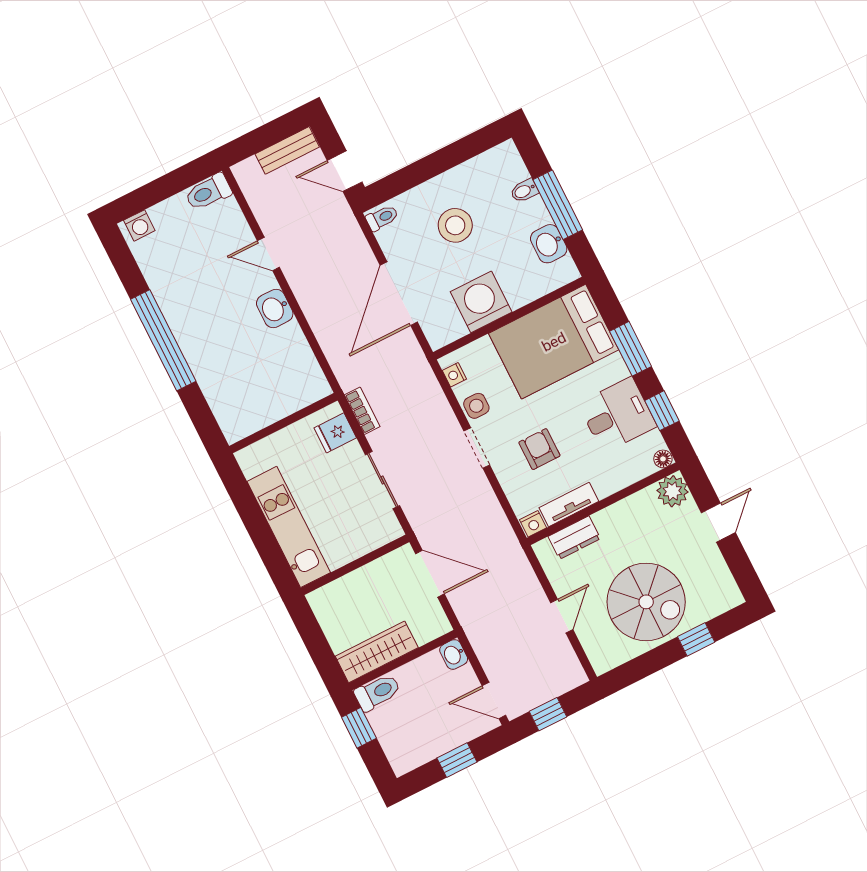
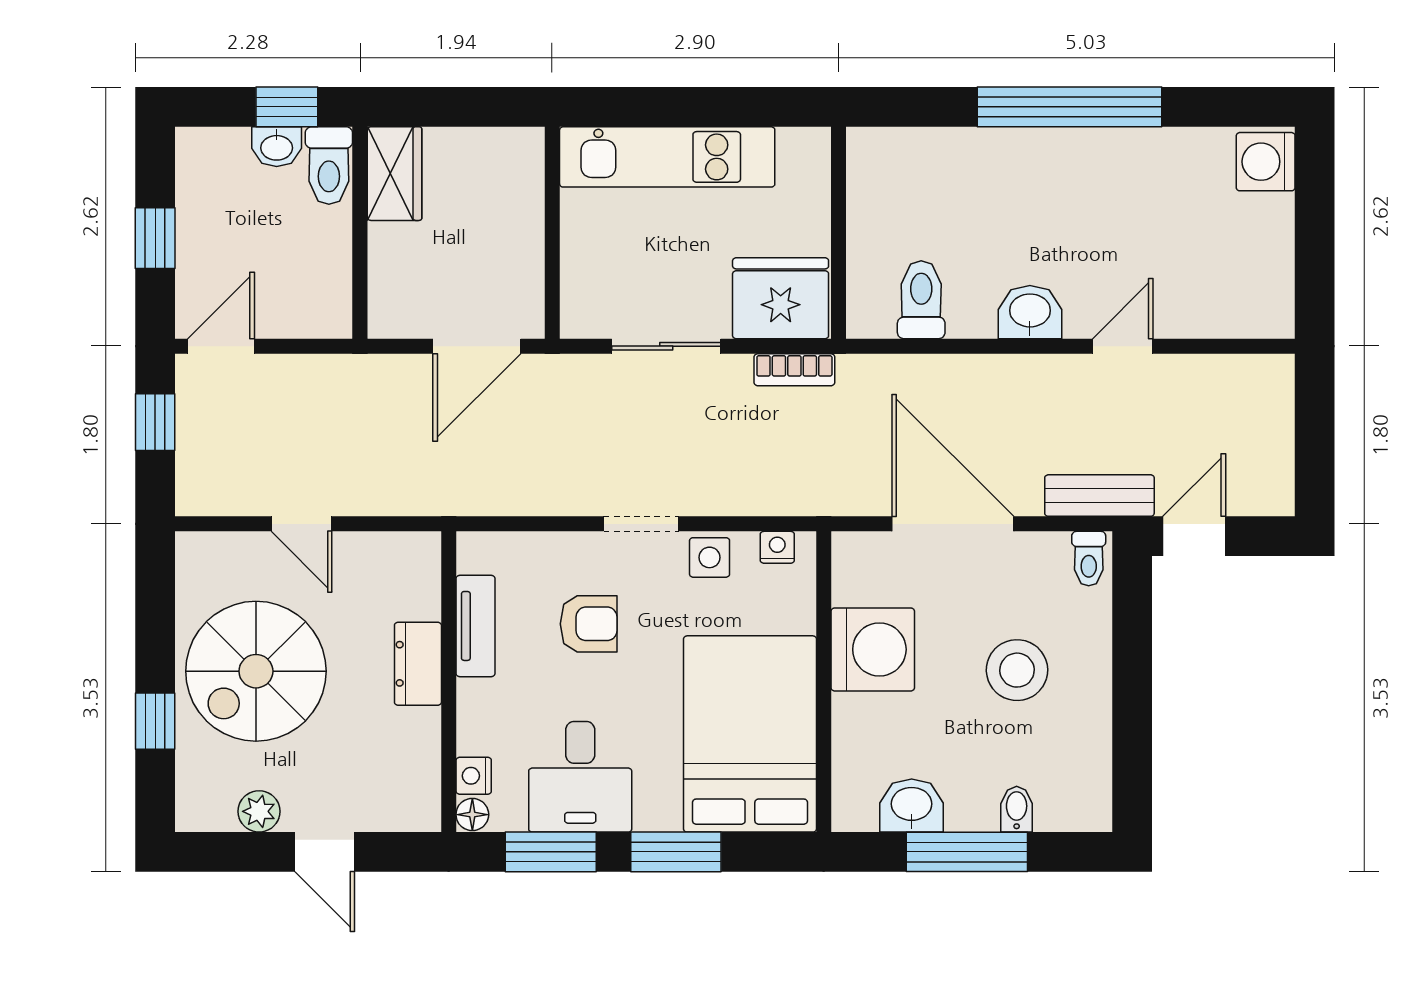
bench: (287, 150) -> (1099, 496), moved, turned 90
toilet: (208, 192) -> (921, 300), moved
washing machine: (139, 225) -> (1266, 162), width x1.38, depth x1.38
window: (662, 411) -> (551, 852), width x1.50
fridge: (335, 433) -> (781, 298), width x1.88, depth x1.34
plant: (672, 491) -> (259, 811), moved, width x0.73, depth x0.73
nightstand: (533, 524) -> (474, 776), moved
dresser: (574, 538) -> (418, 664), moved
wardrobe: (377, 652) -> (395, 174), width x0.67
washbasin: (454, 654) -> (277, 147), moved, turned 180

